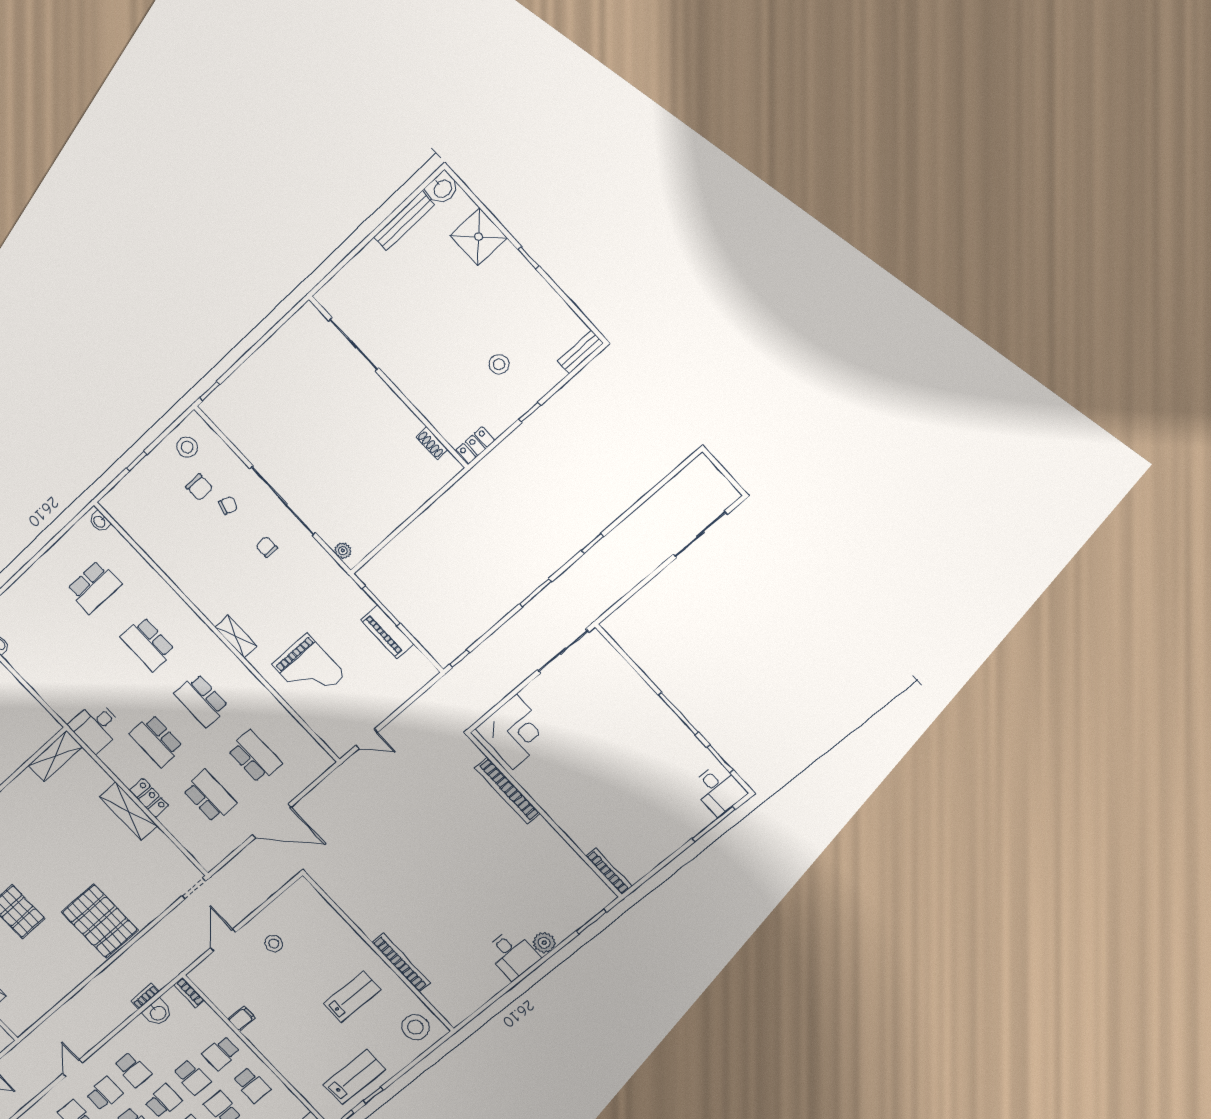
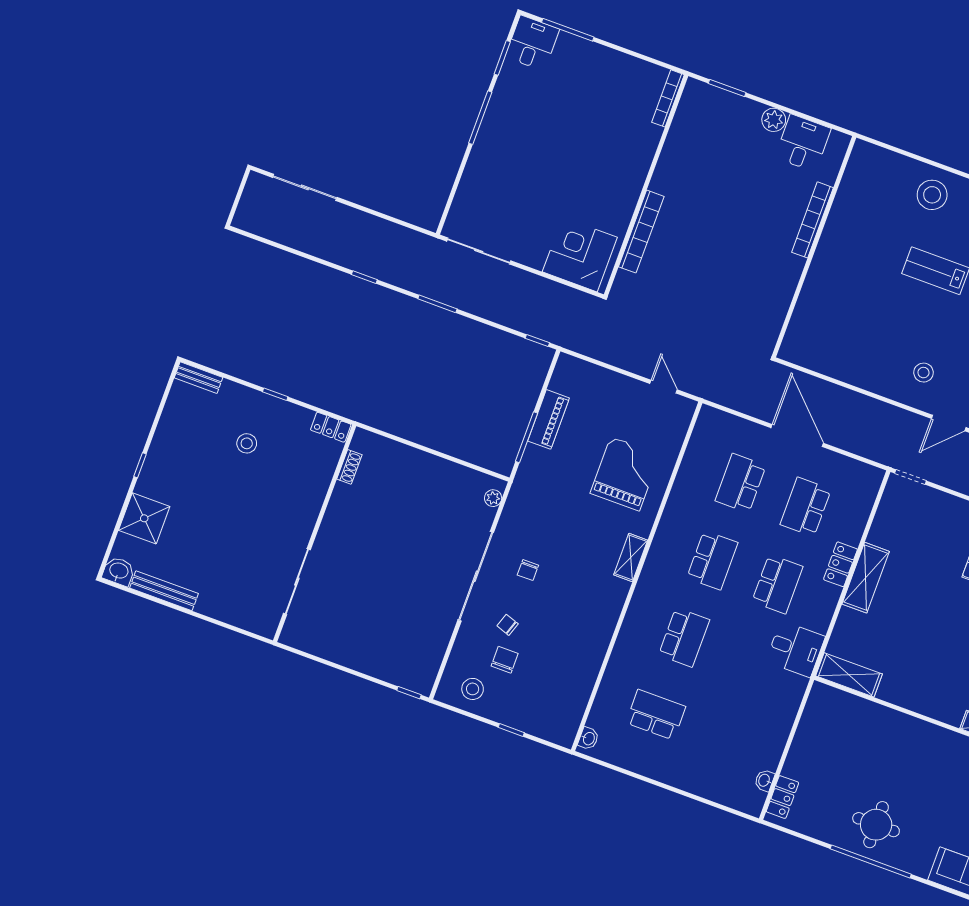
wall: (378, 952) -> (814, 247), moved
bookcase: (401, 963) -> (812, 220), moved

